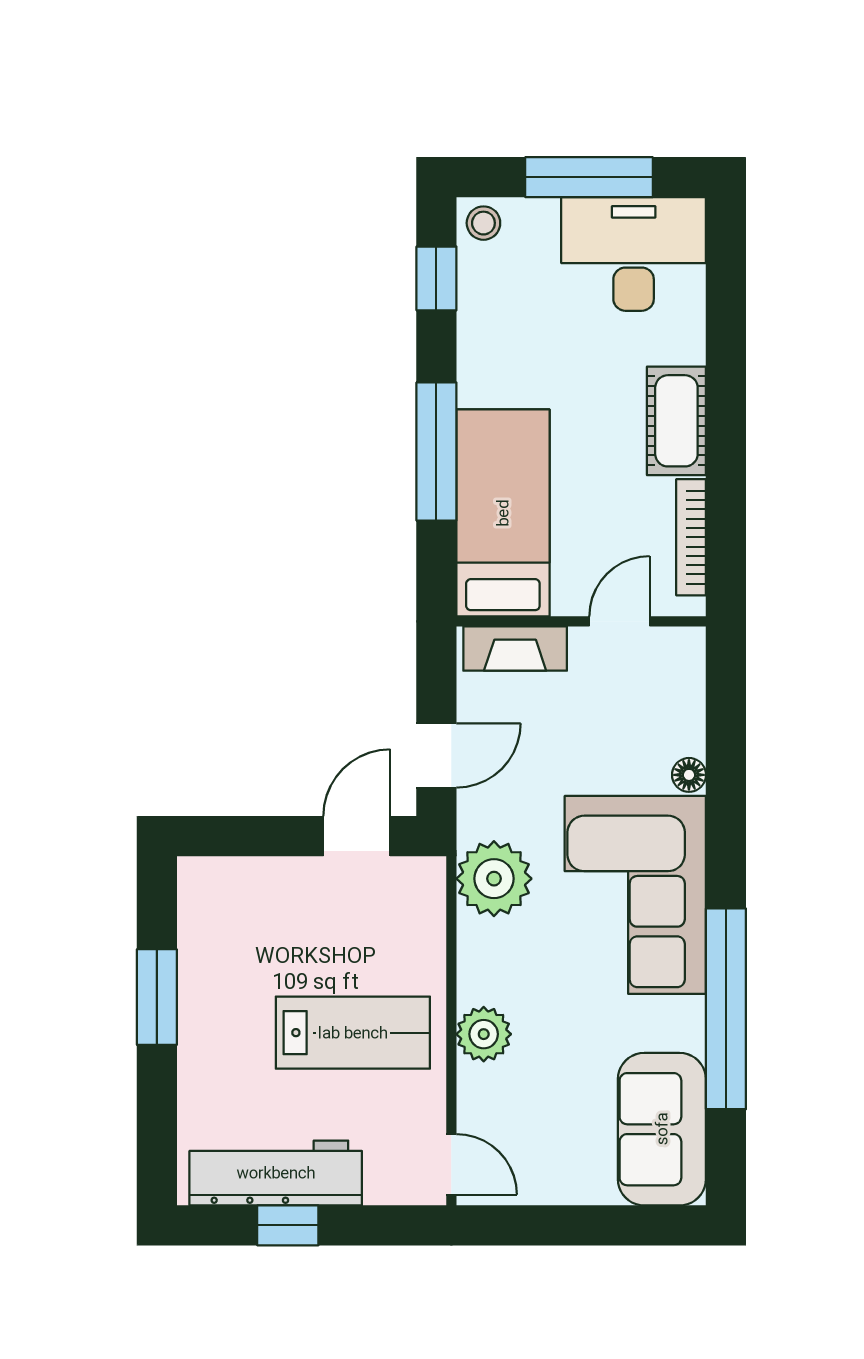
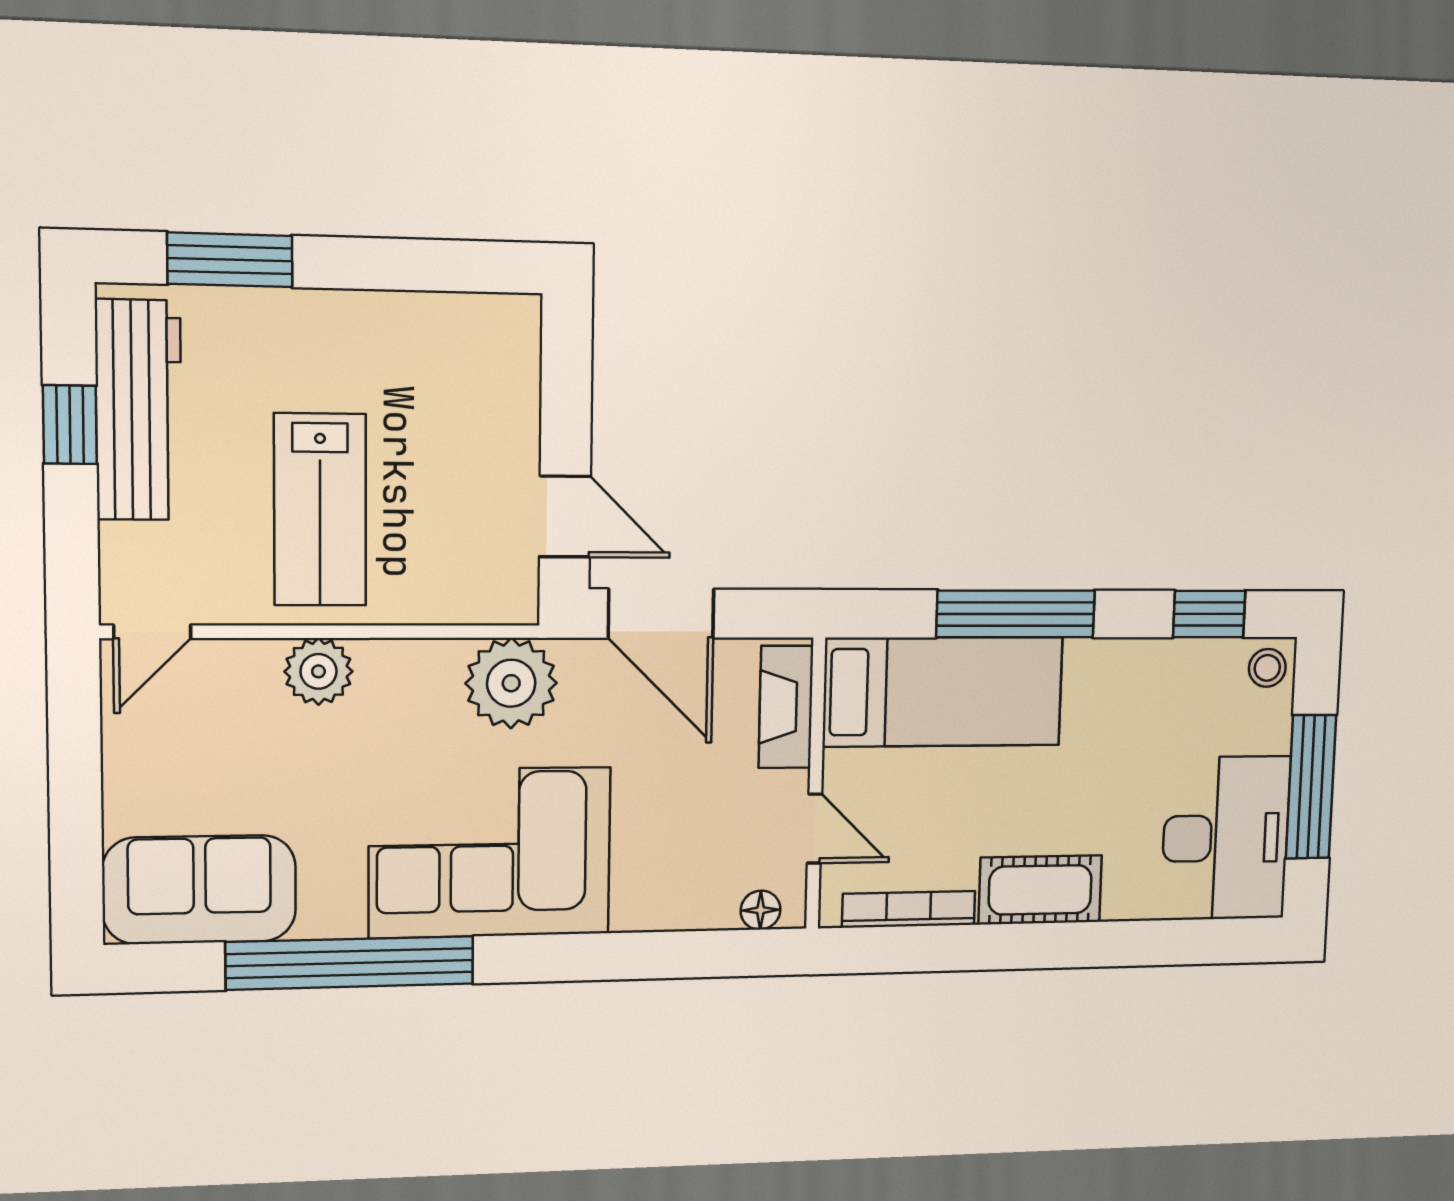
door: (436, 755) -> (661, 614), width x1.37
floor lamp: (689, 775) -> (761, 910), moved
window: (157, 997) -> (230, 260), moved

